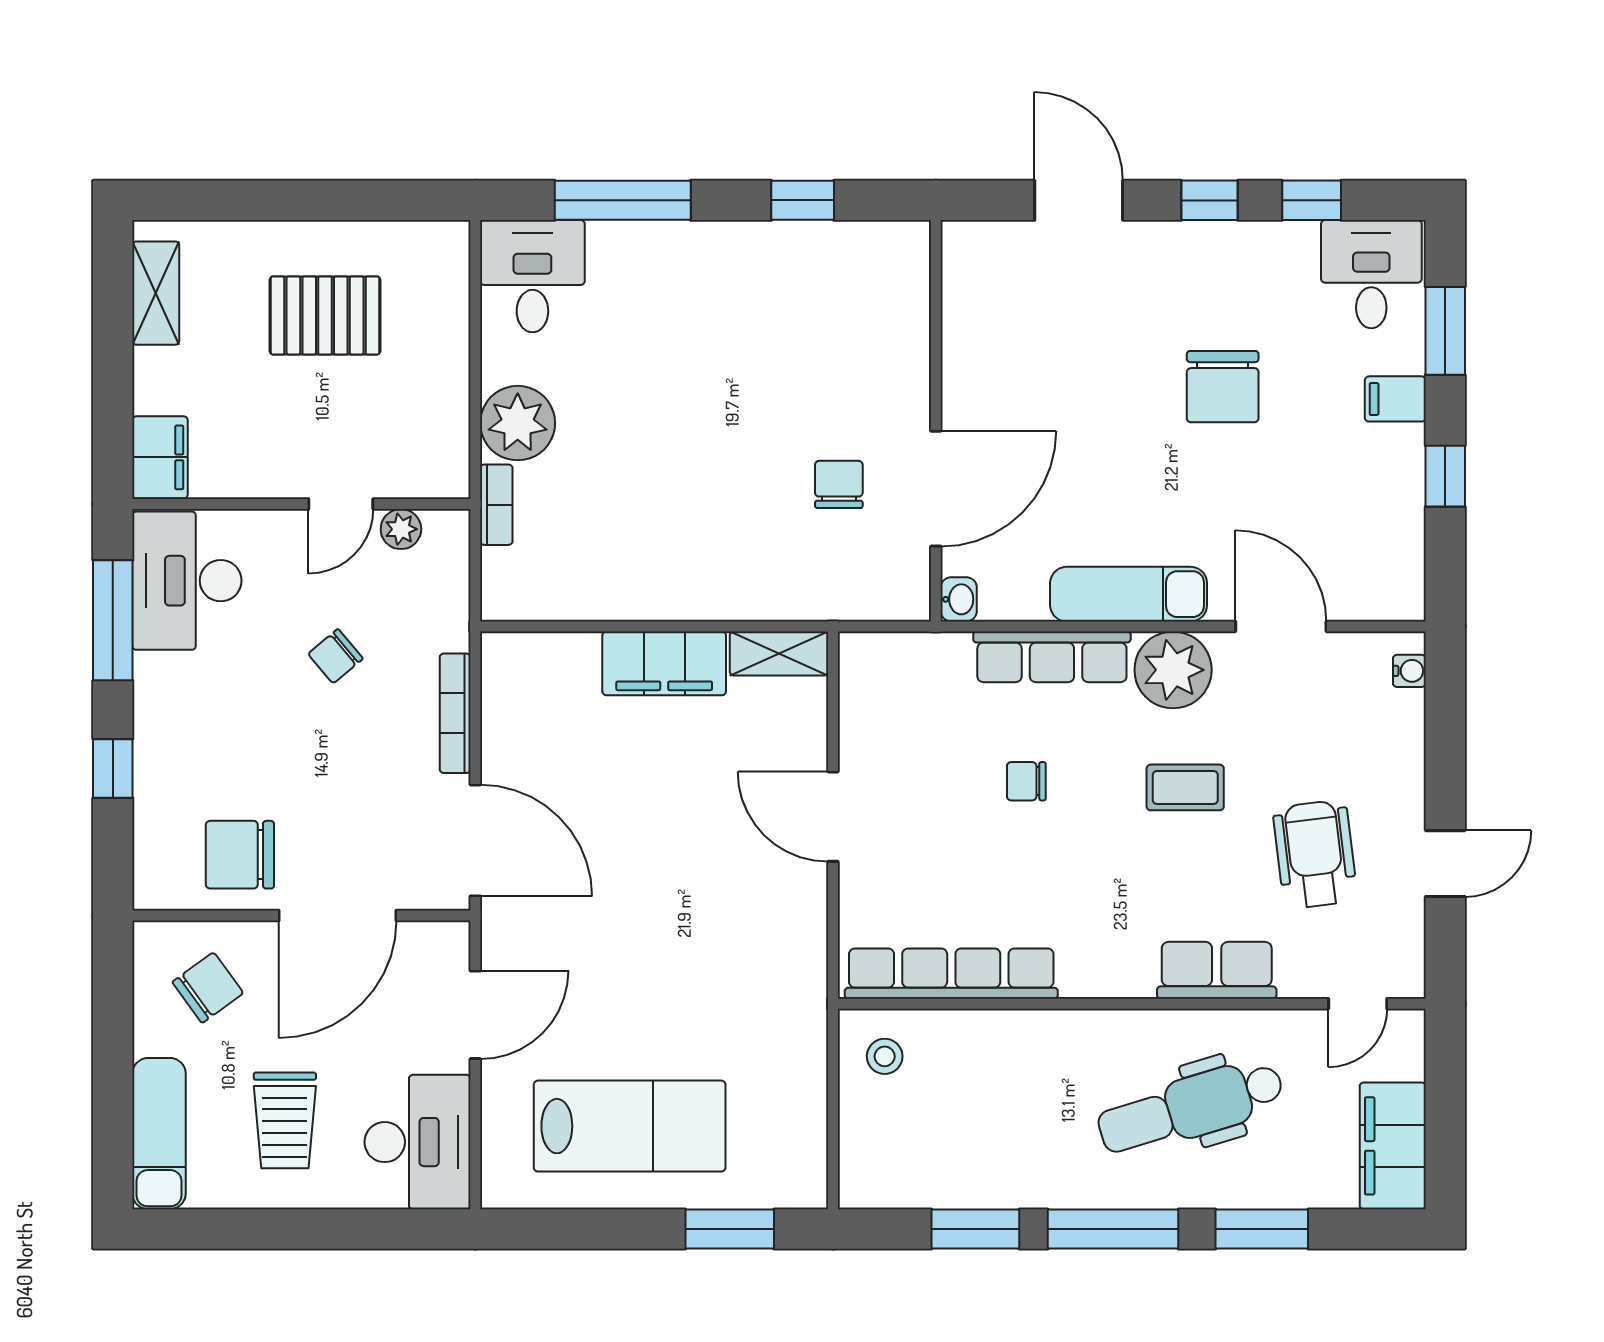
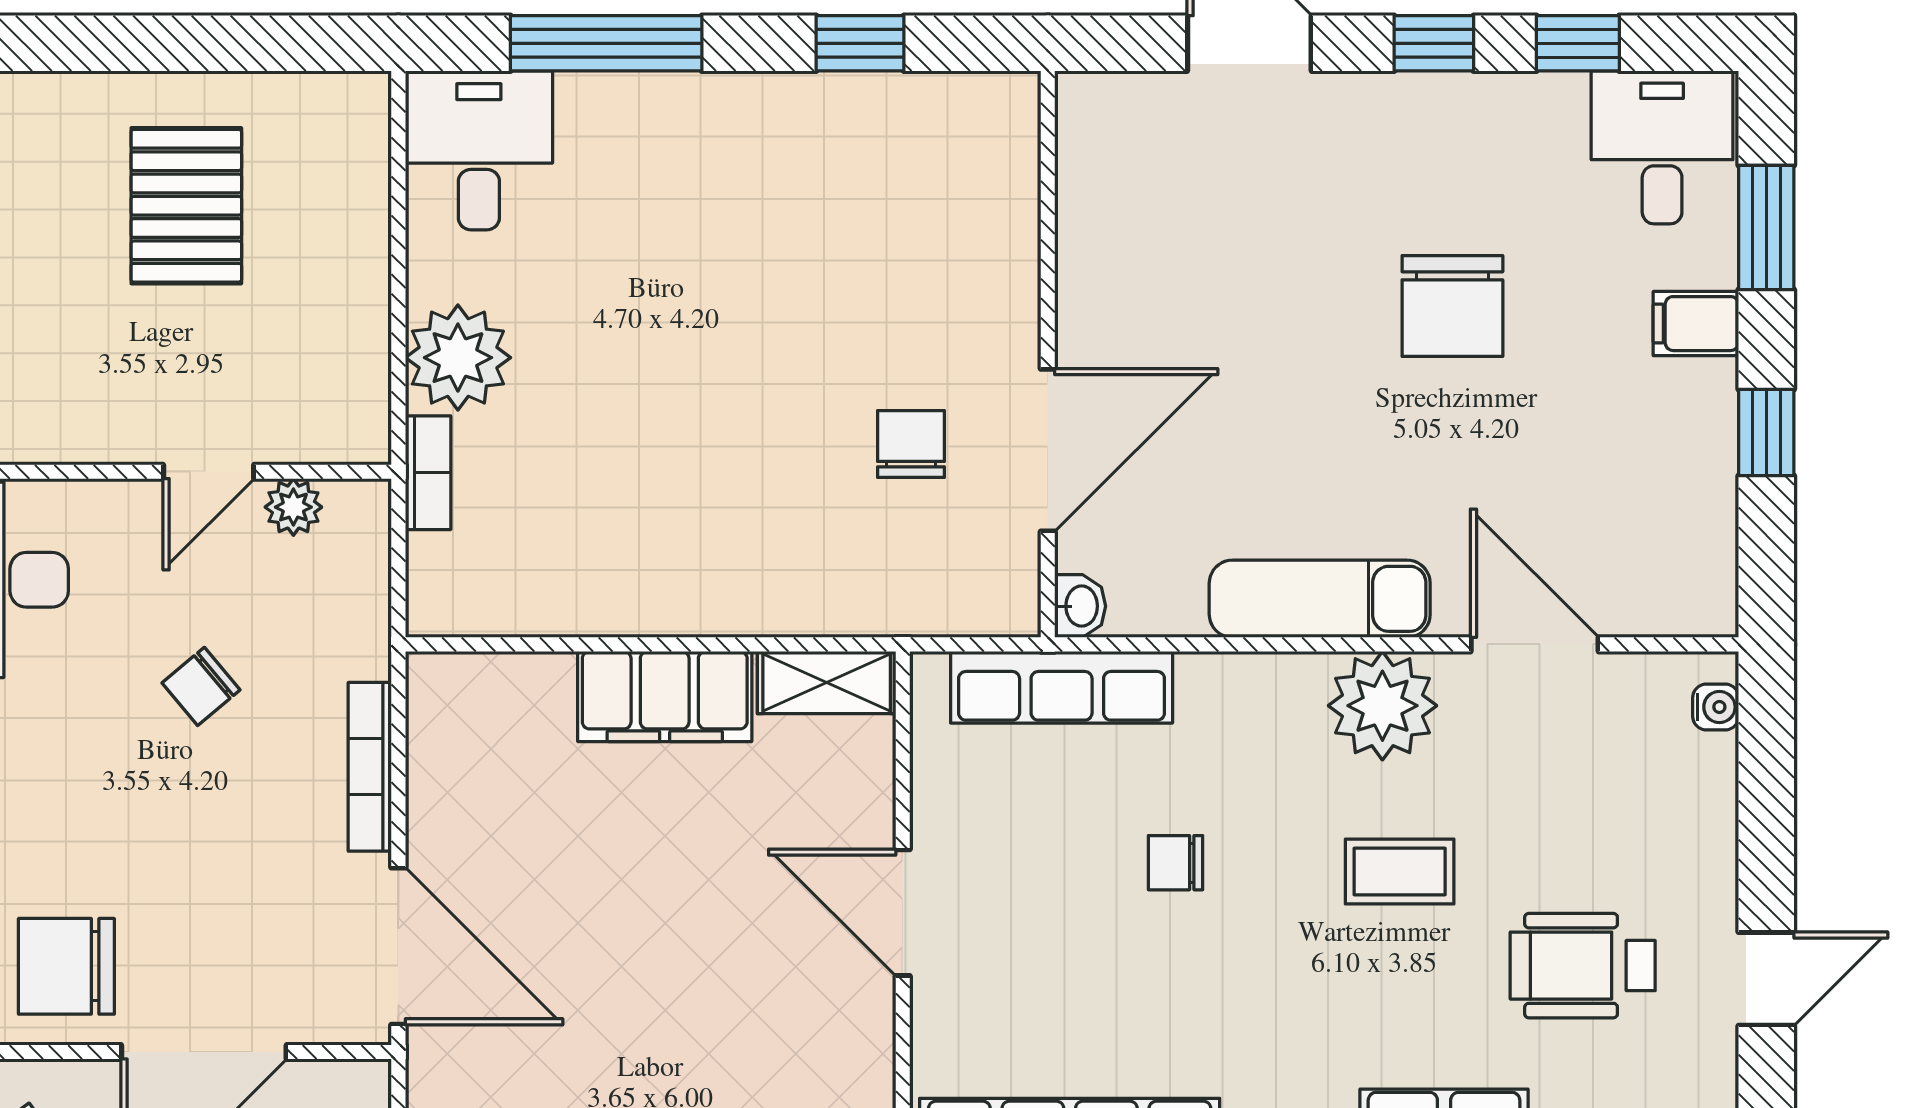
pallet: (325, 315) -> (186, 206), turned 90
row of seats: (1052, 657) -> (1062, 687), moved
wheelchair: (1315, 854) -> (1583, 966), turned -83

